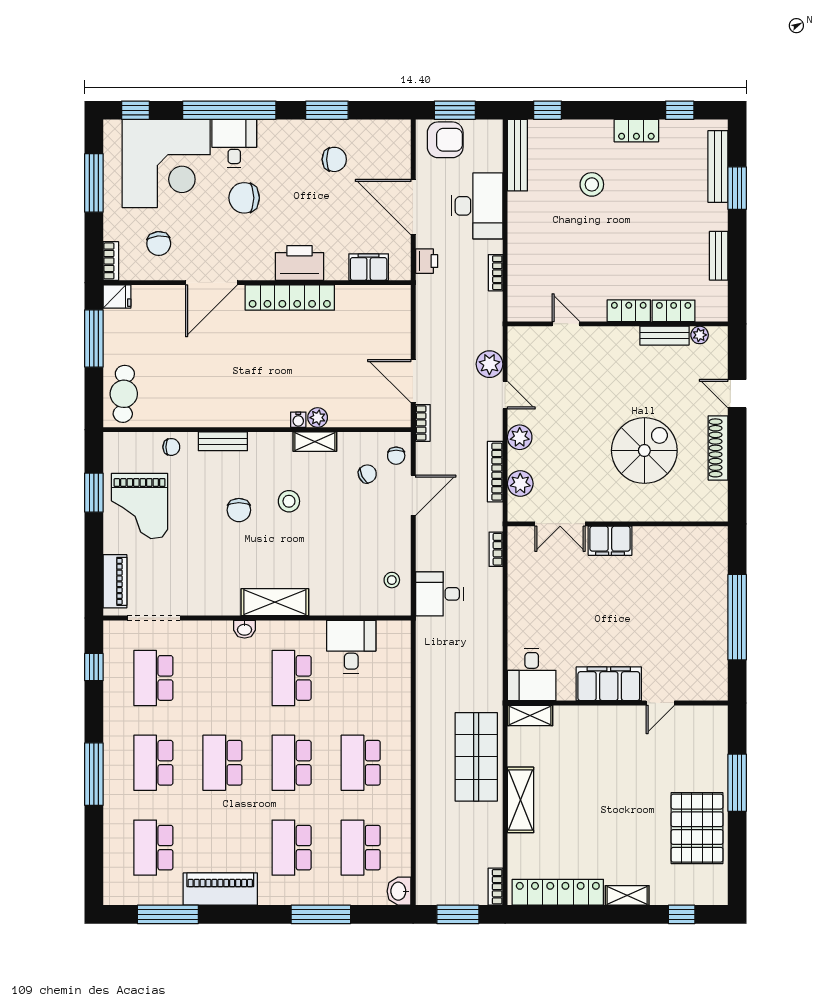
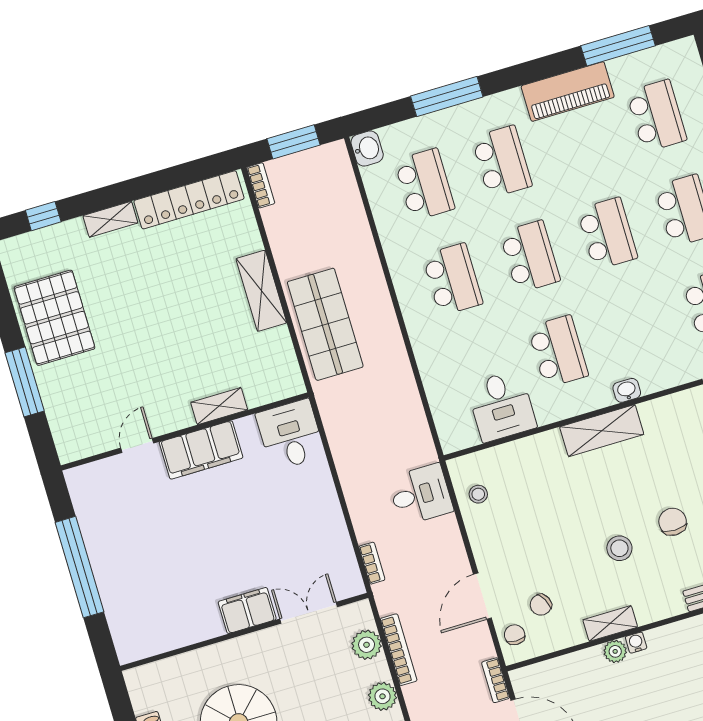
shelving: (530, 716) -> (219, 406), moved

